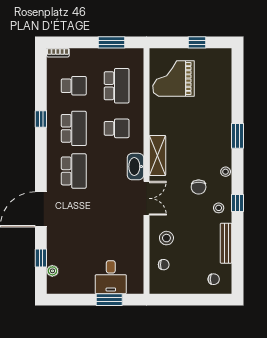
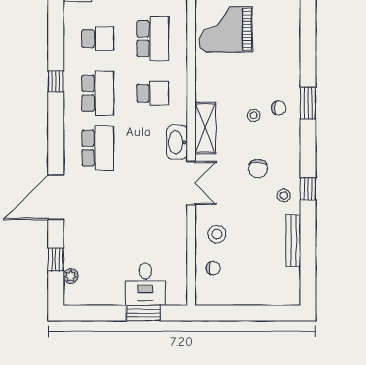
stool: (226, 172) -> (254, 115), moved
chair: (214, 279) -> (279, 108), moved

